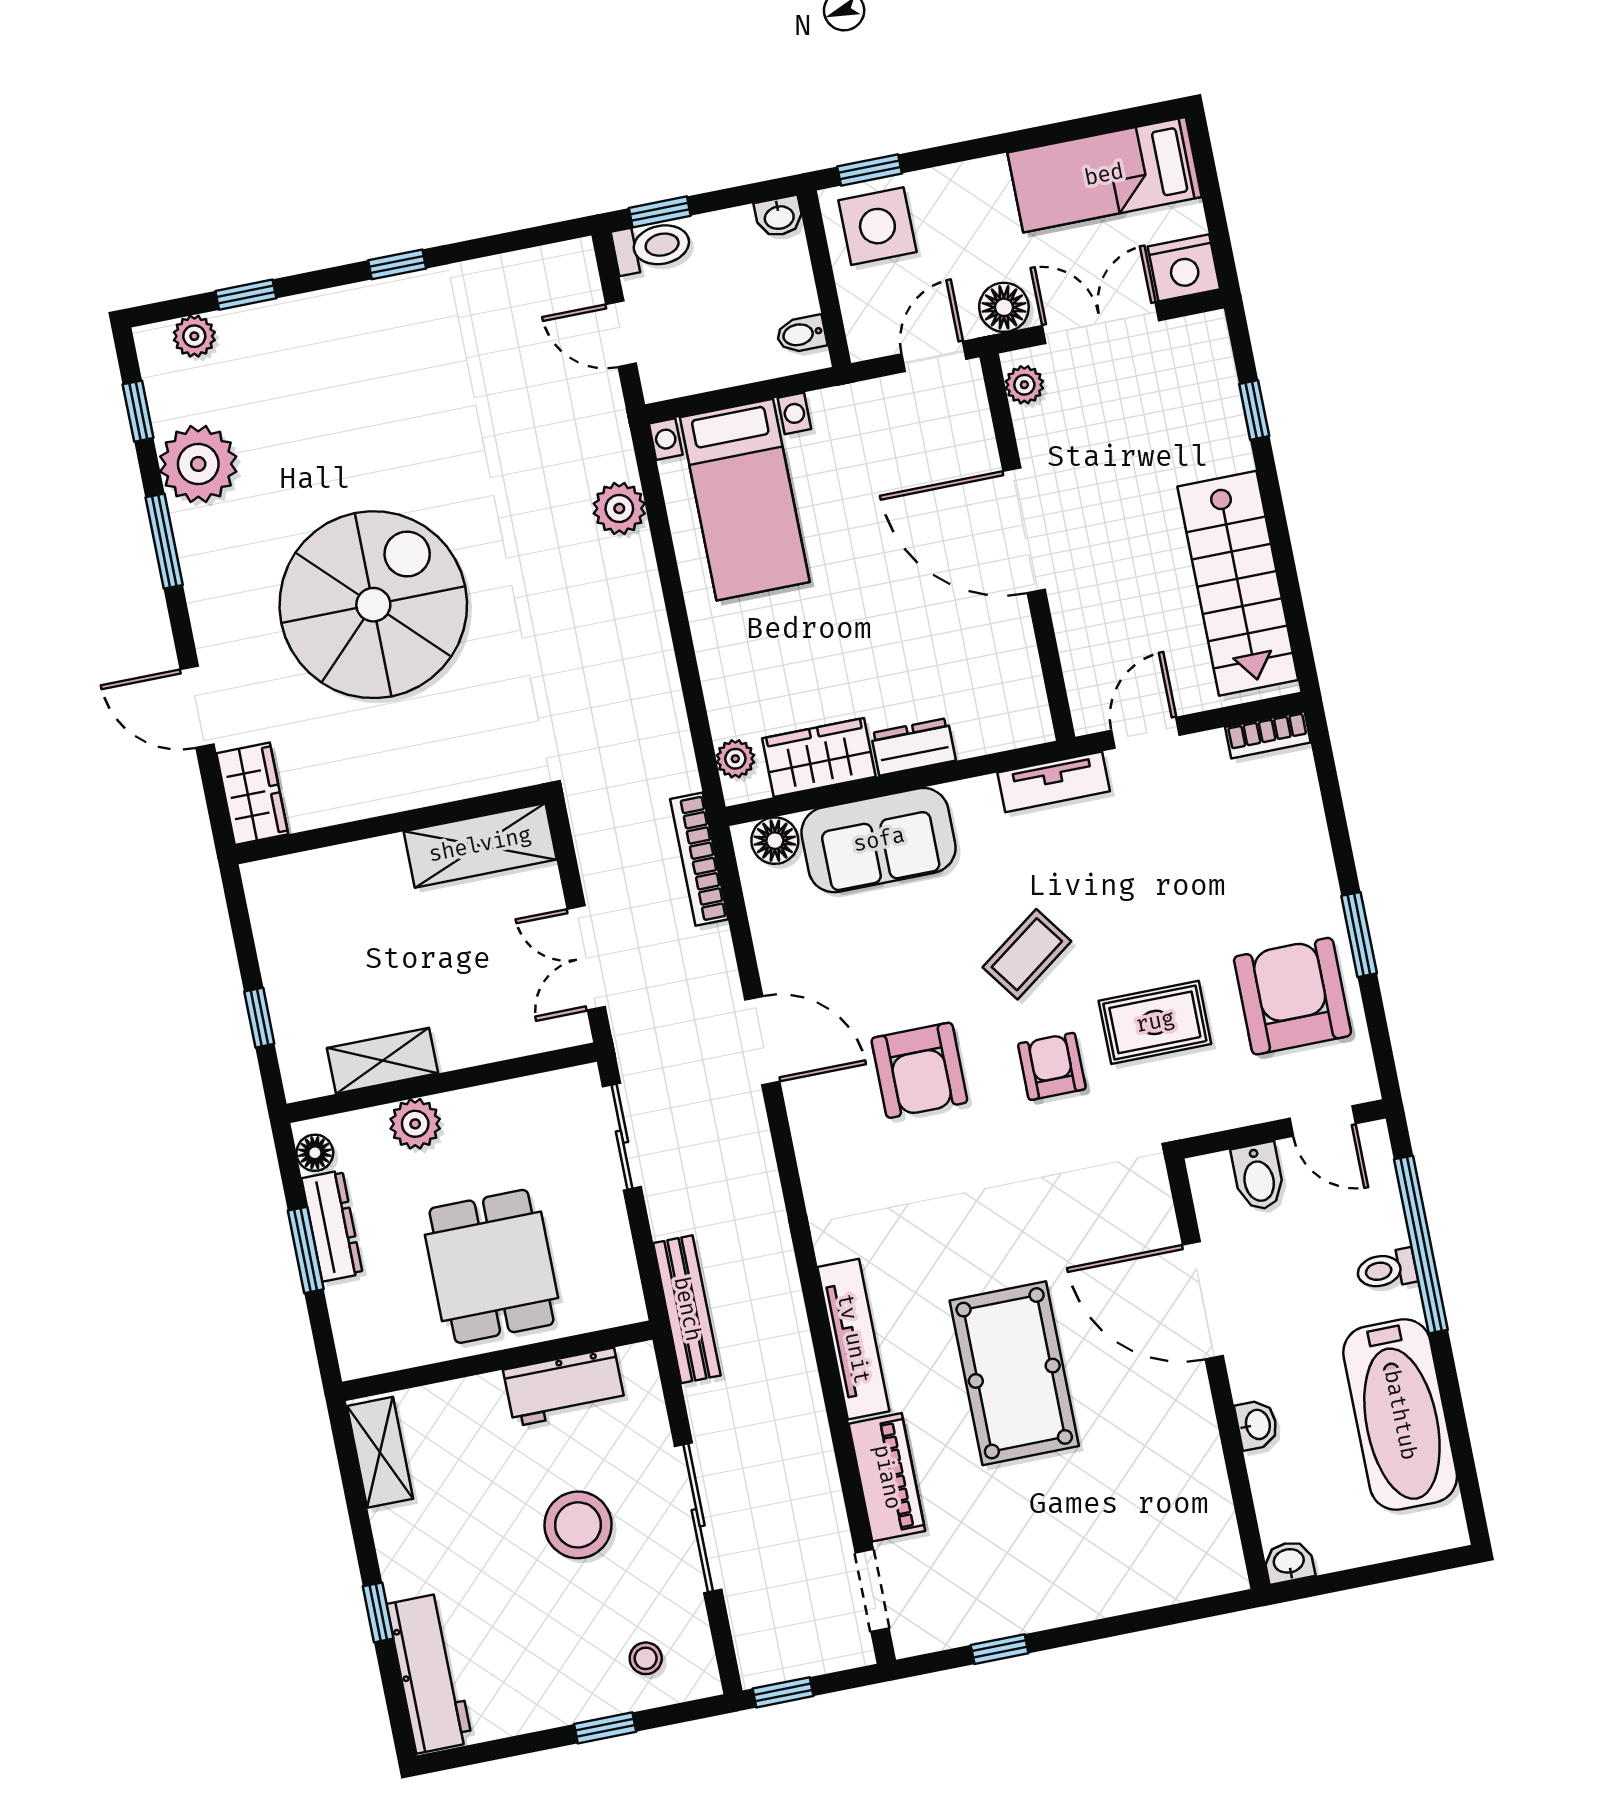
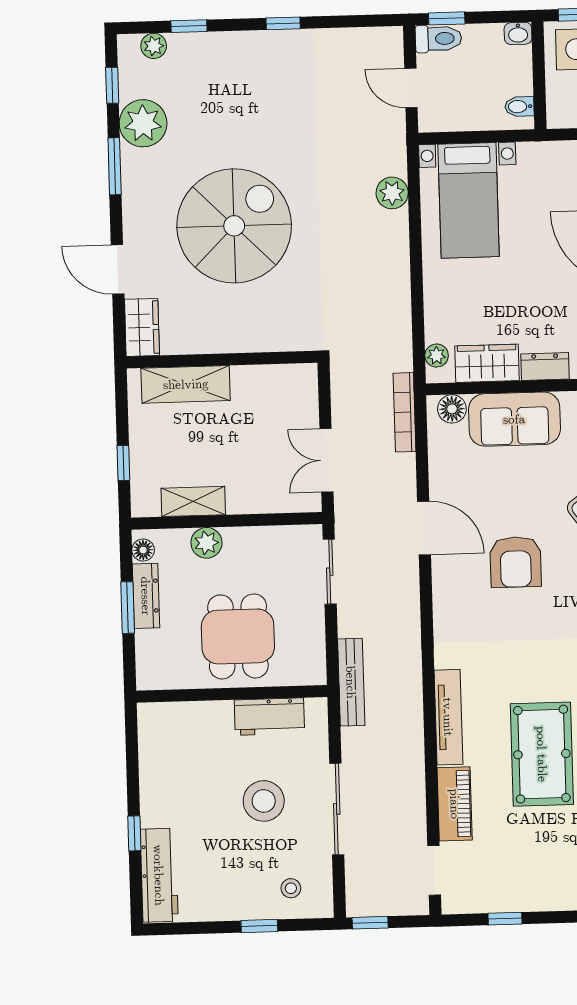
shelving: (480, 845) -> (186, 384), moved
shelving: (380, 1452) -> (152, 737), removed

